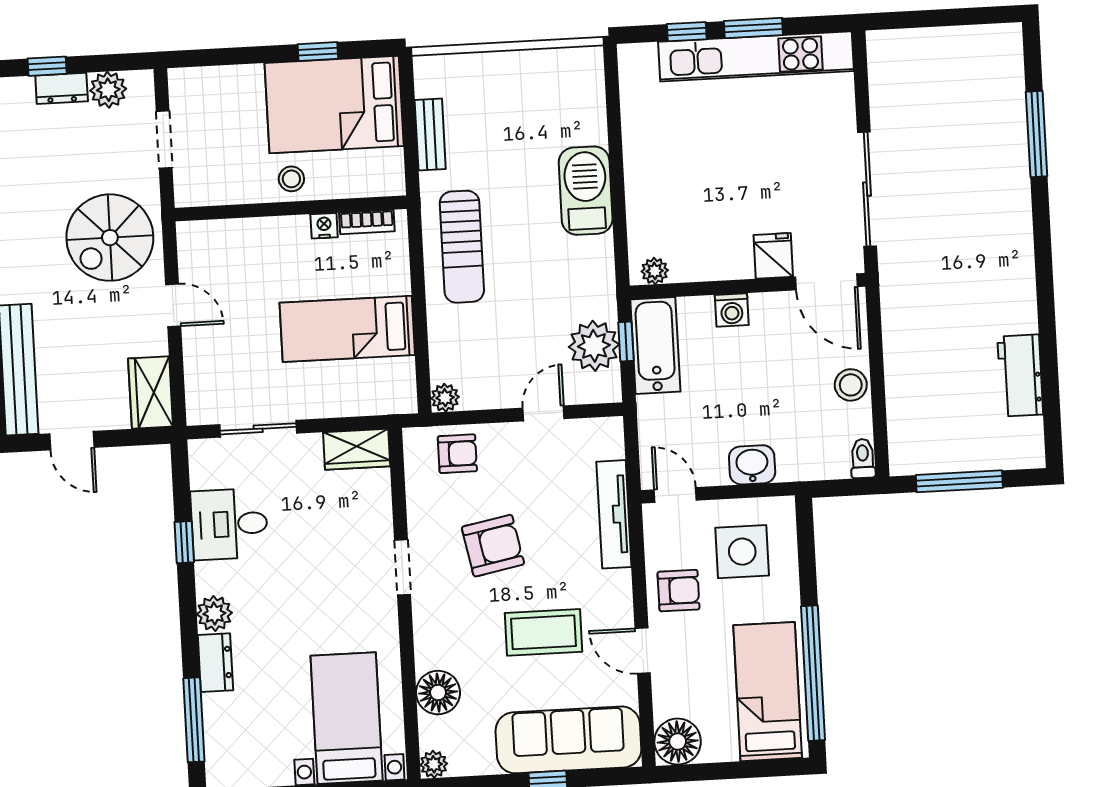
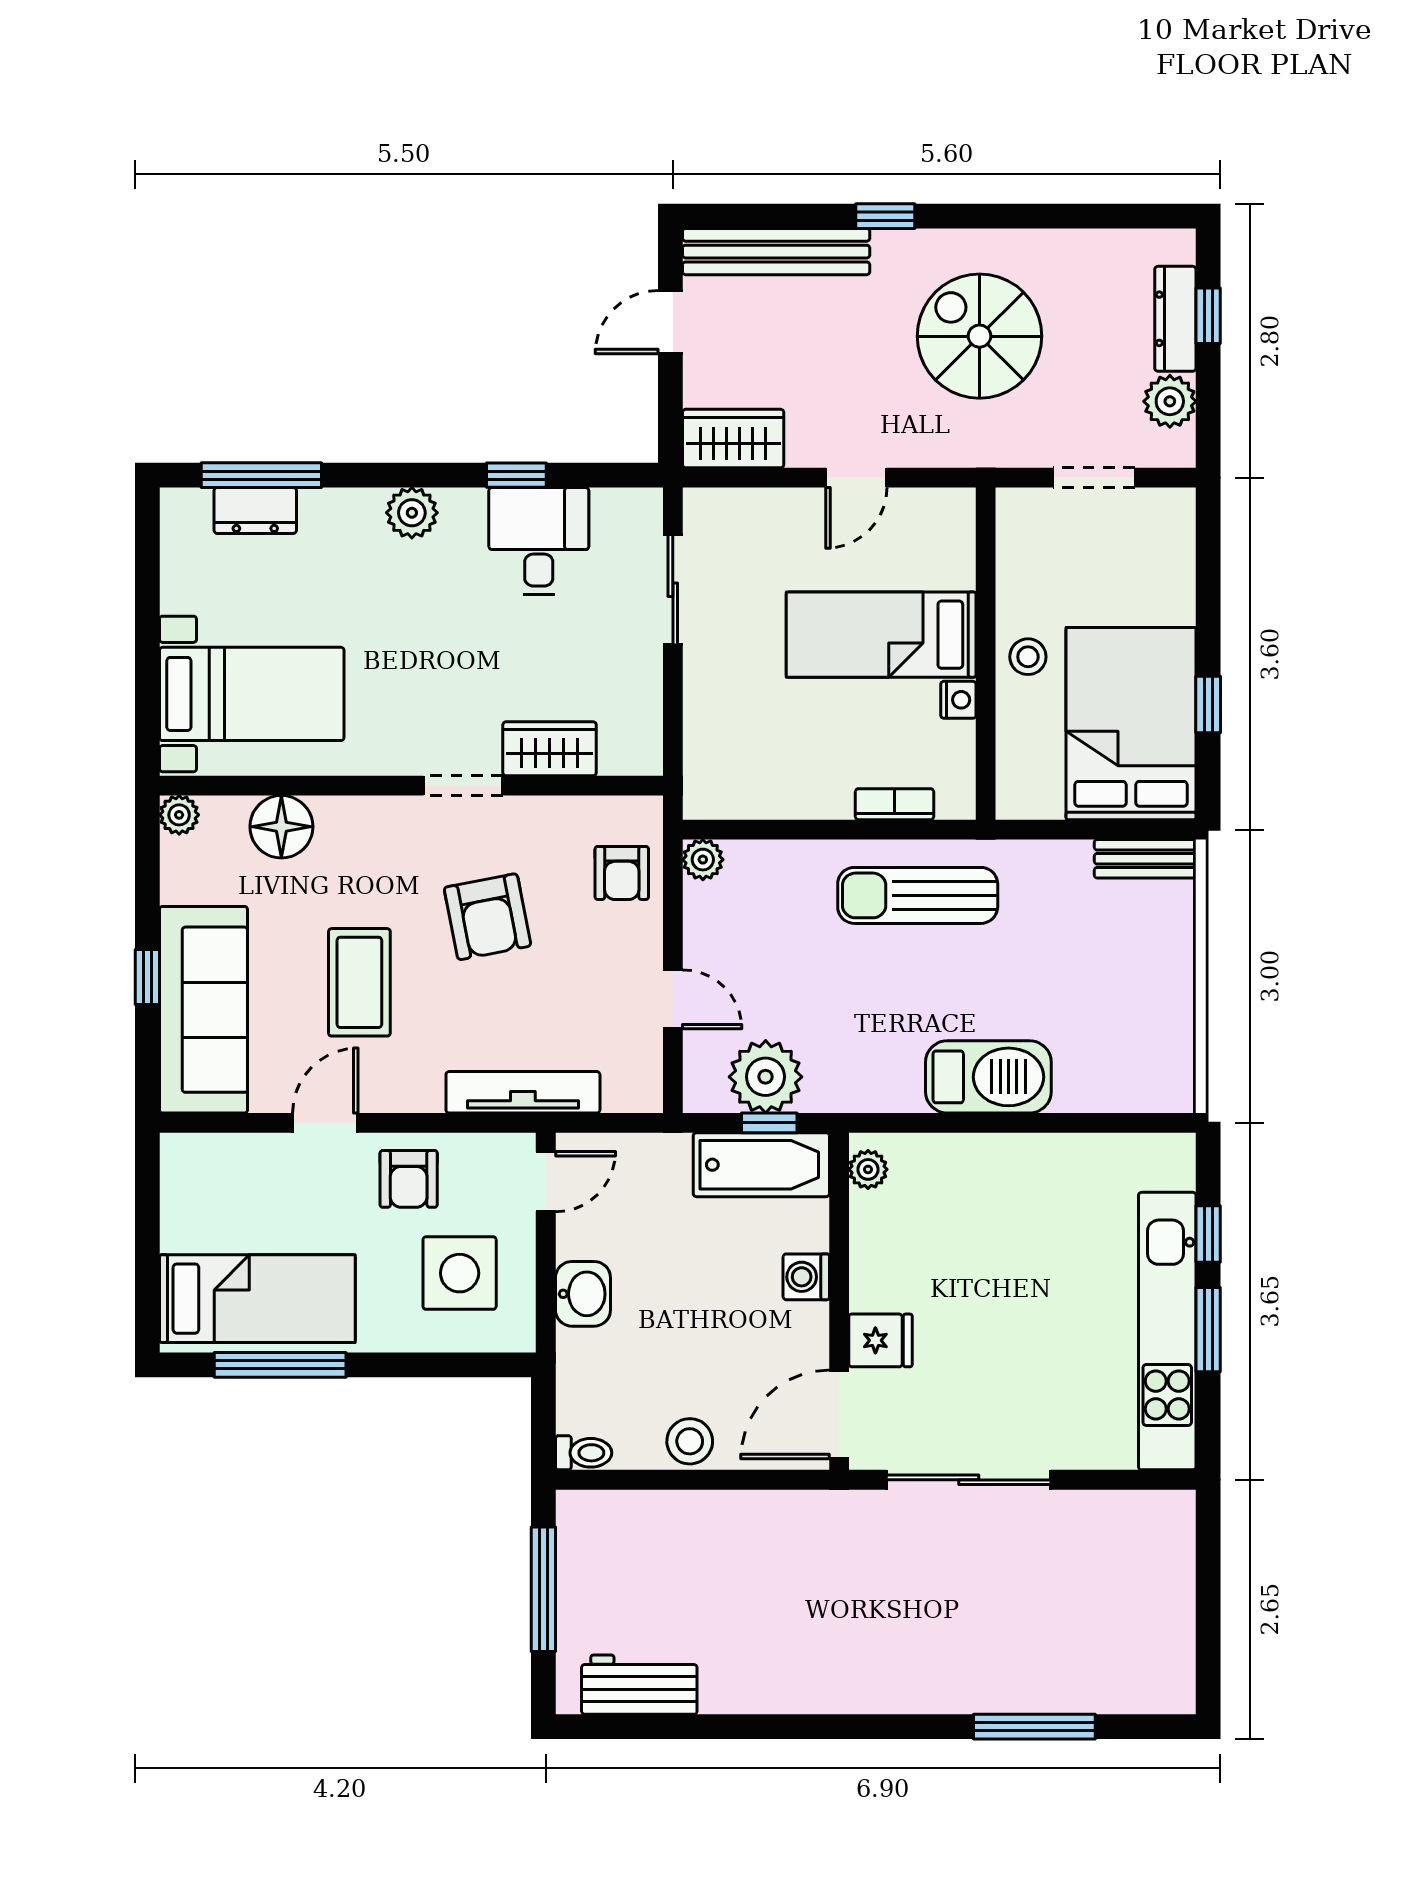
dresser: (62, 88) -> (1175, 319), width x1.44
bench: (430, 135) -> (1145, 859), moved
bookcase: (367, 222) -> (895, 804), moved, turned 90
spiral stairs: (110, 238) -> (979, 336), moved
bed: (347, 329) -> (881, 635), moved, turned -90
workbench: (1020, 375) -> (639, 1685), moved
wardrobe: (357, 449) -> (550, 749), moved, turned 90
dresser: (215, 663) -> (255, 510), moved
window: (813, 673) -> (280, 1365), width x0.68
floor lamp: (678, 742) -> (193, 1166), removed

